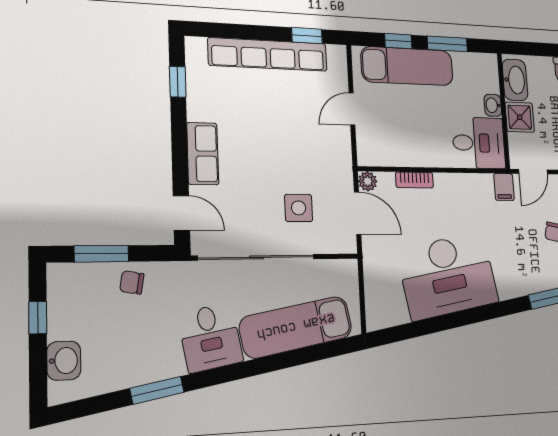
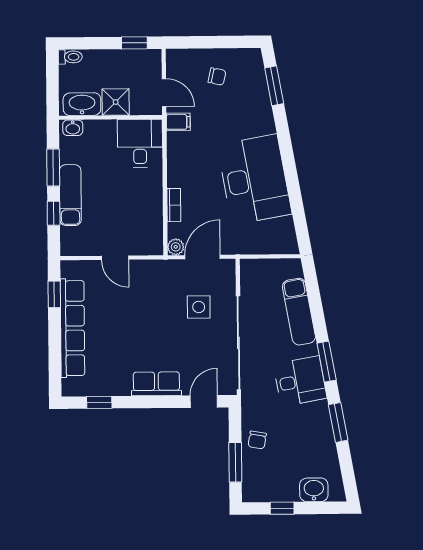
exam couch: (407, 66) -> (70, 195), width x0.73, depth x0.69
washbasin: (493, 105) -> (73, 128), moved
exam couch: (296, 327) -> (299, 312), width x0.73, depth x0.69
window: (236, 372) -> (327, 362), added

